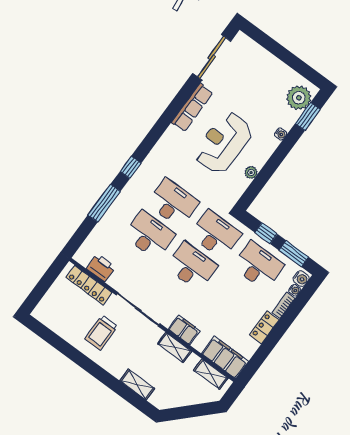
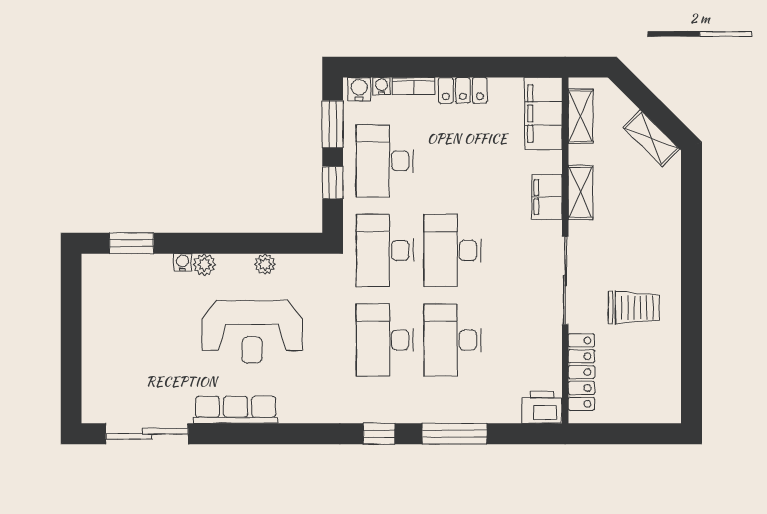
plant: (299, 98) -> (204, 265), moved, width x0.53, depth x0.53
printer: (101, 268) -> (542, 407), moved, turned 90
shelving: (137, 385) -> (651, 138), moved, turned -45

